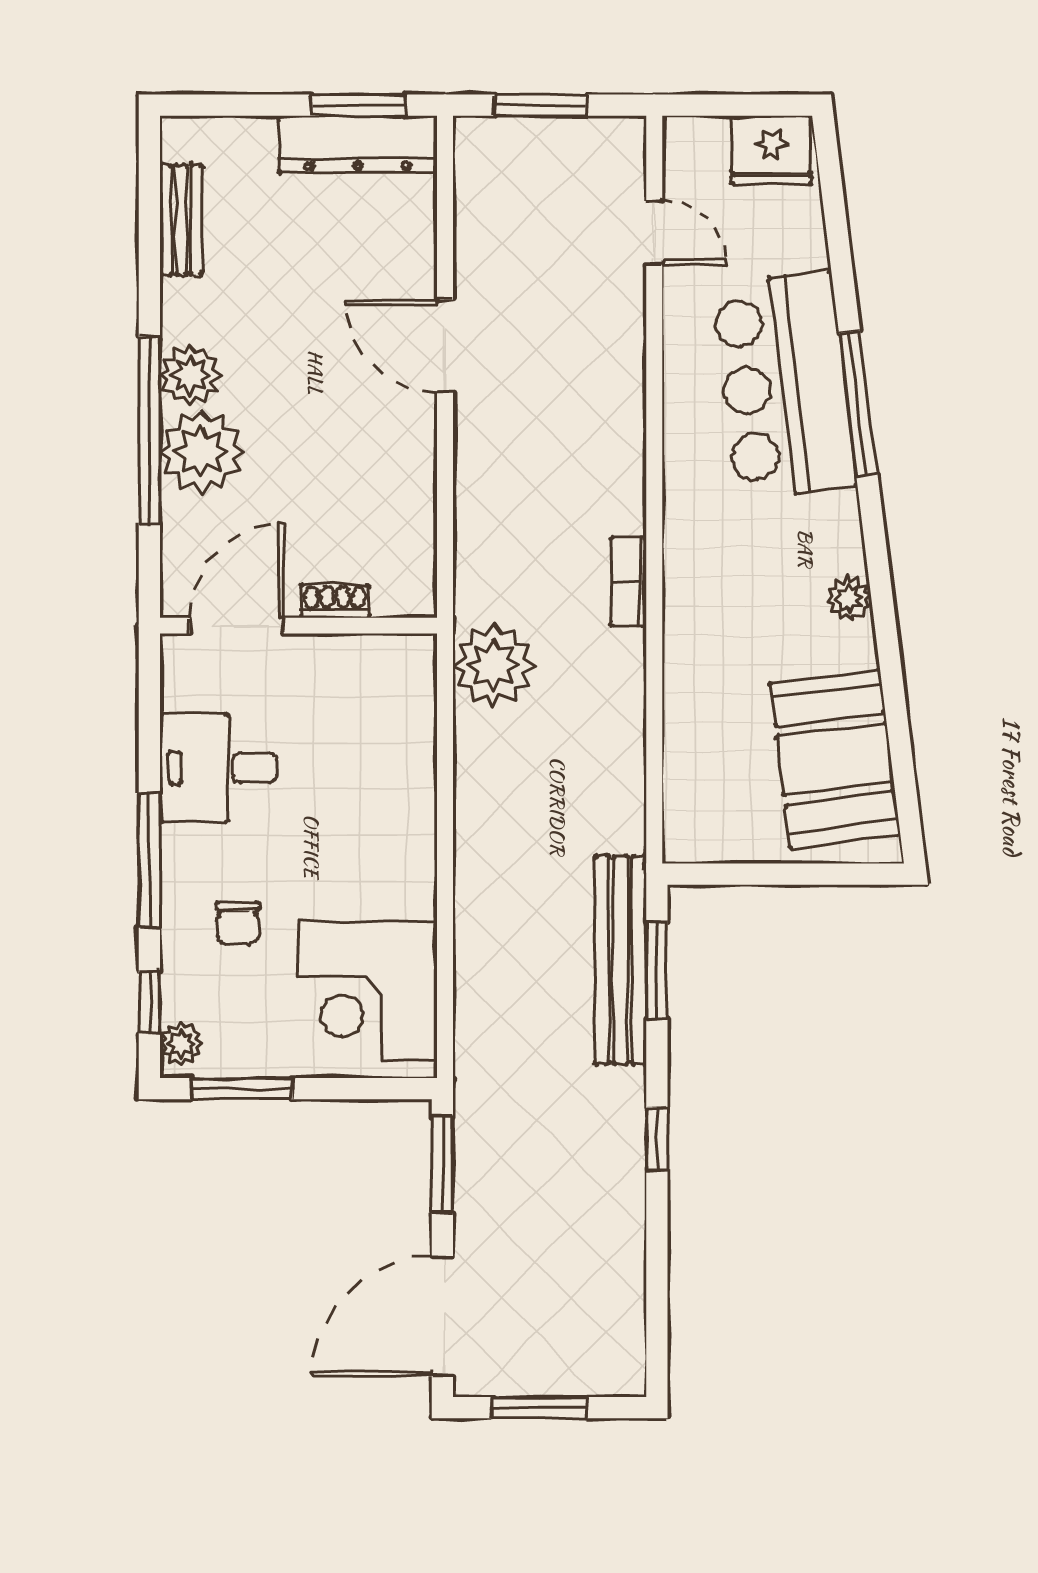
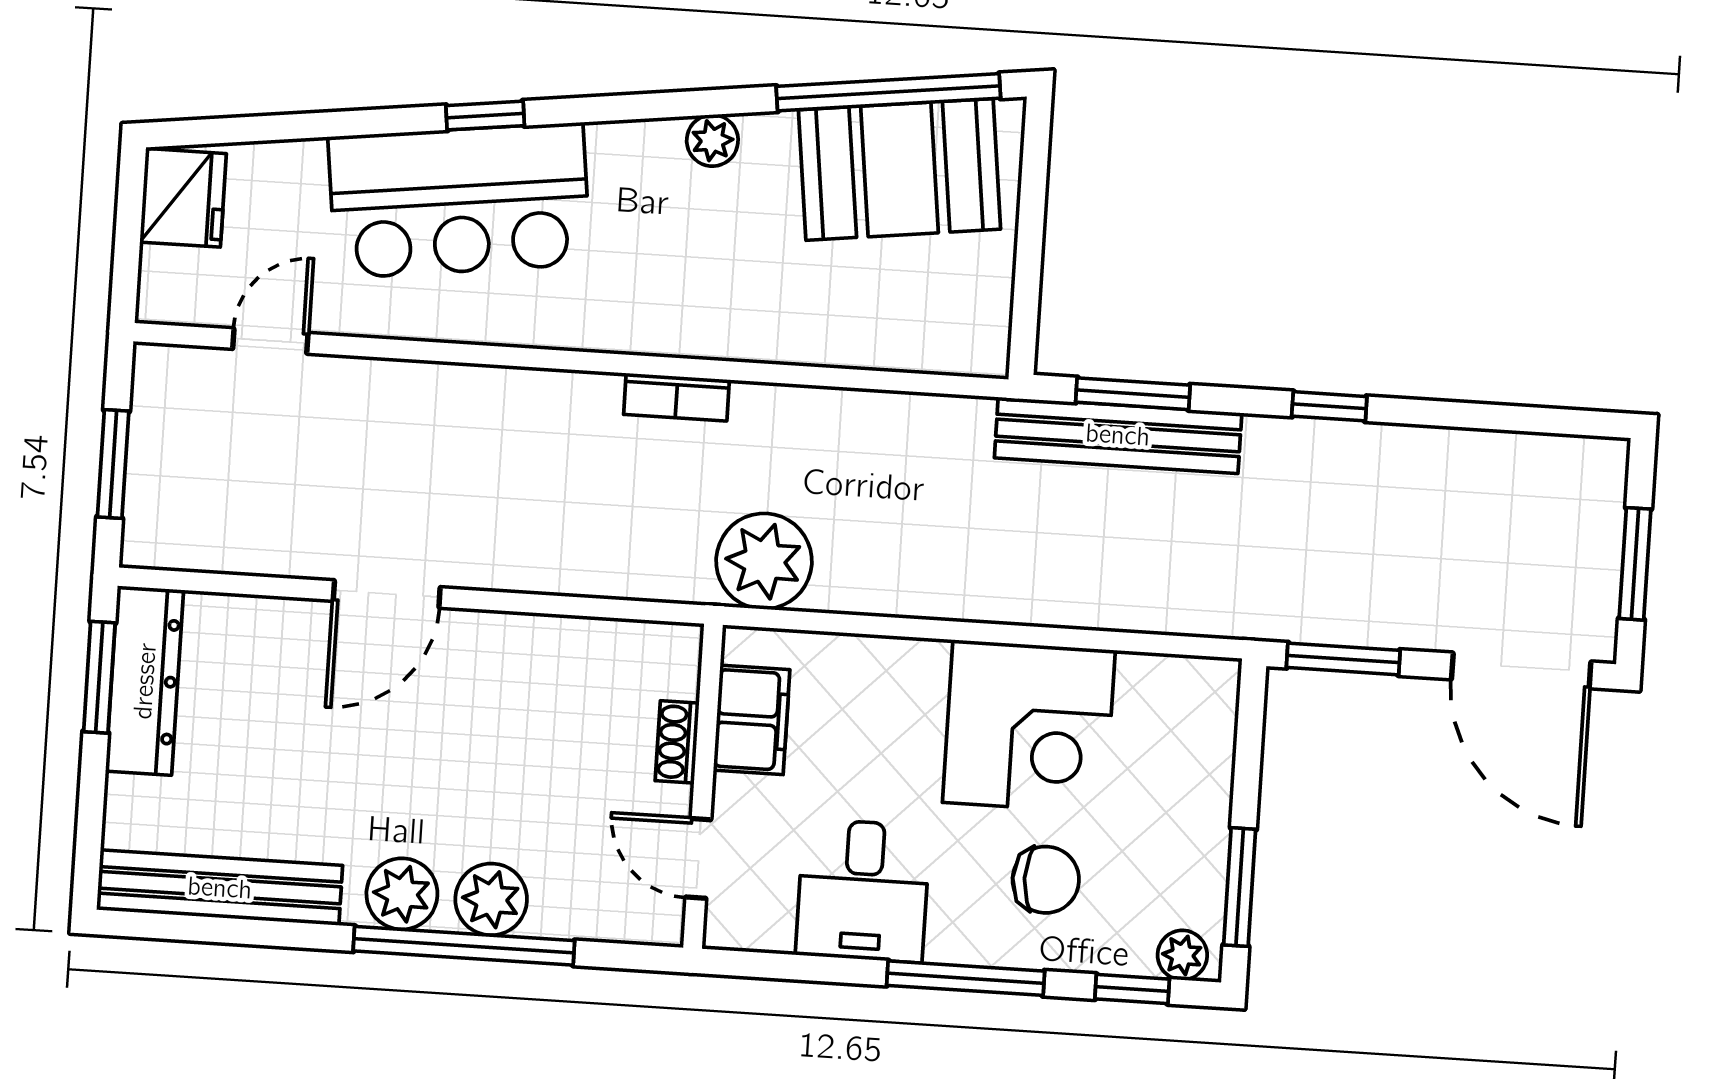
bench: (181, 220) -> (220, 888), width x1.86, depth x1.21
window: (858, 403) -> (485, 116), width x0.46
plant: (202, 451) -> (491, 899), width x0.73, depth x0.73
door: (237, 626) -> (698, 858), width x0.73
filing cabinet: (358, 663) -> (752, 720), added
window: (900, 745) -> (888, 92), added
chair: (238, 923) -> (1046, 880), width x1.37, depth x1.37
corner desk: (368, 991) -> (1029, 726), moved

